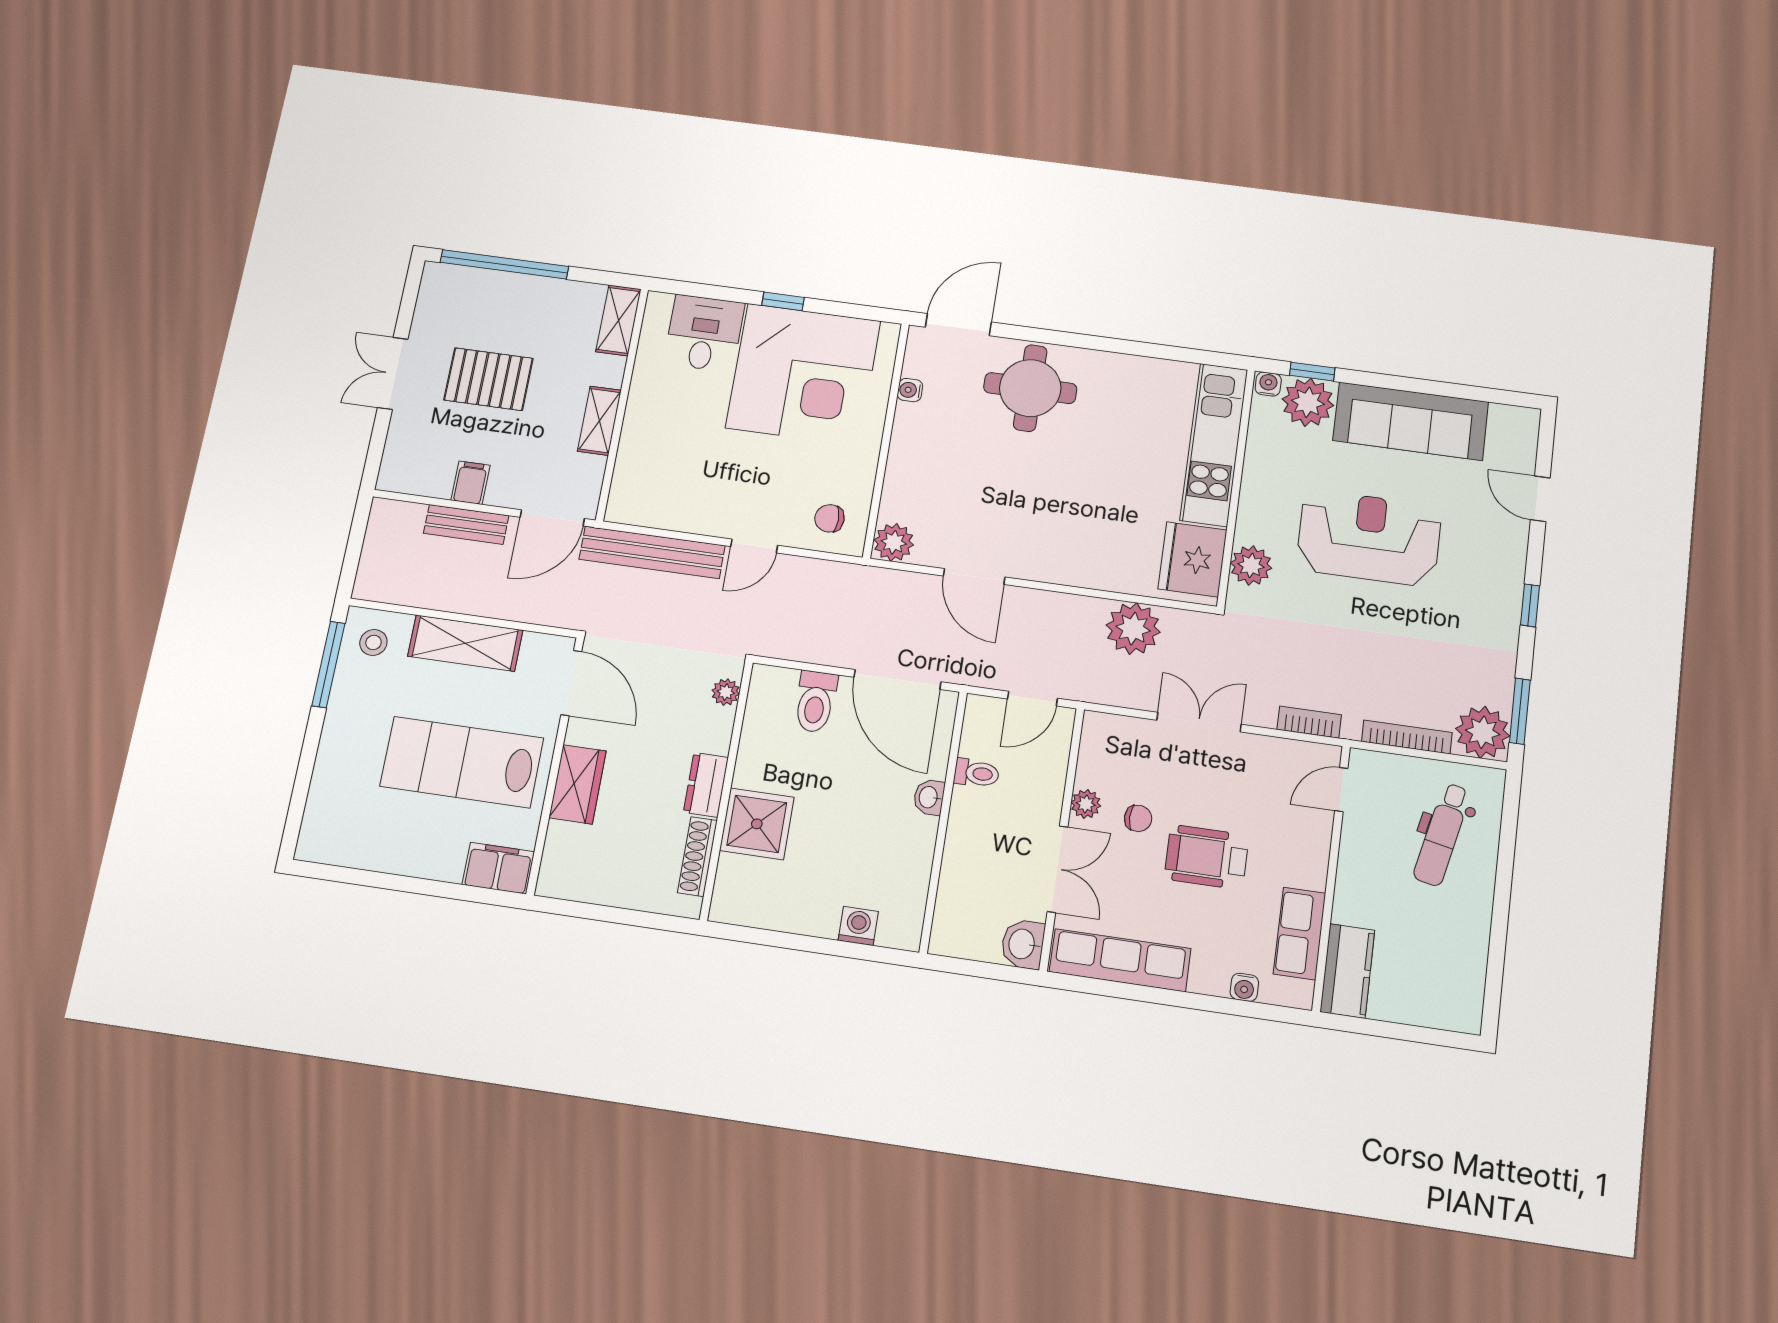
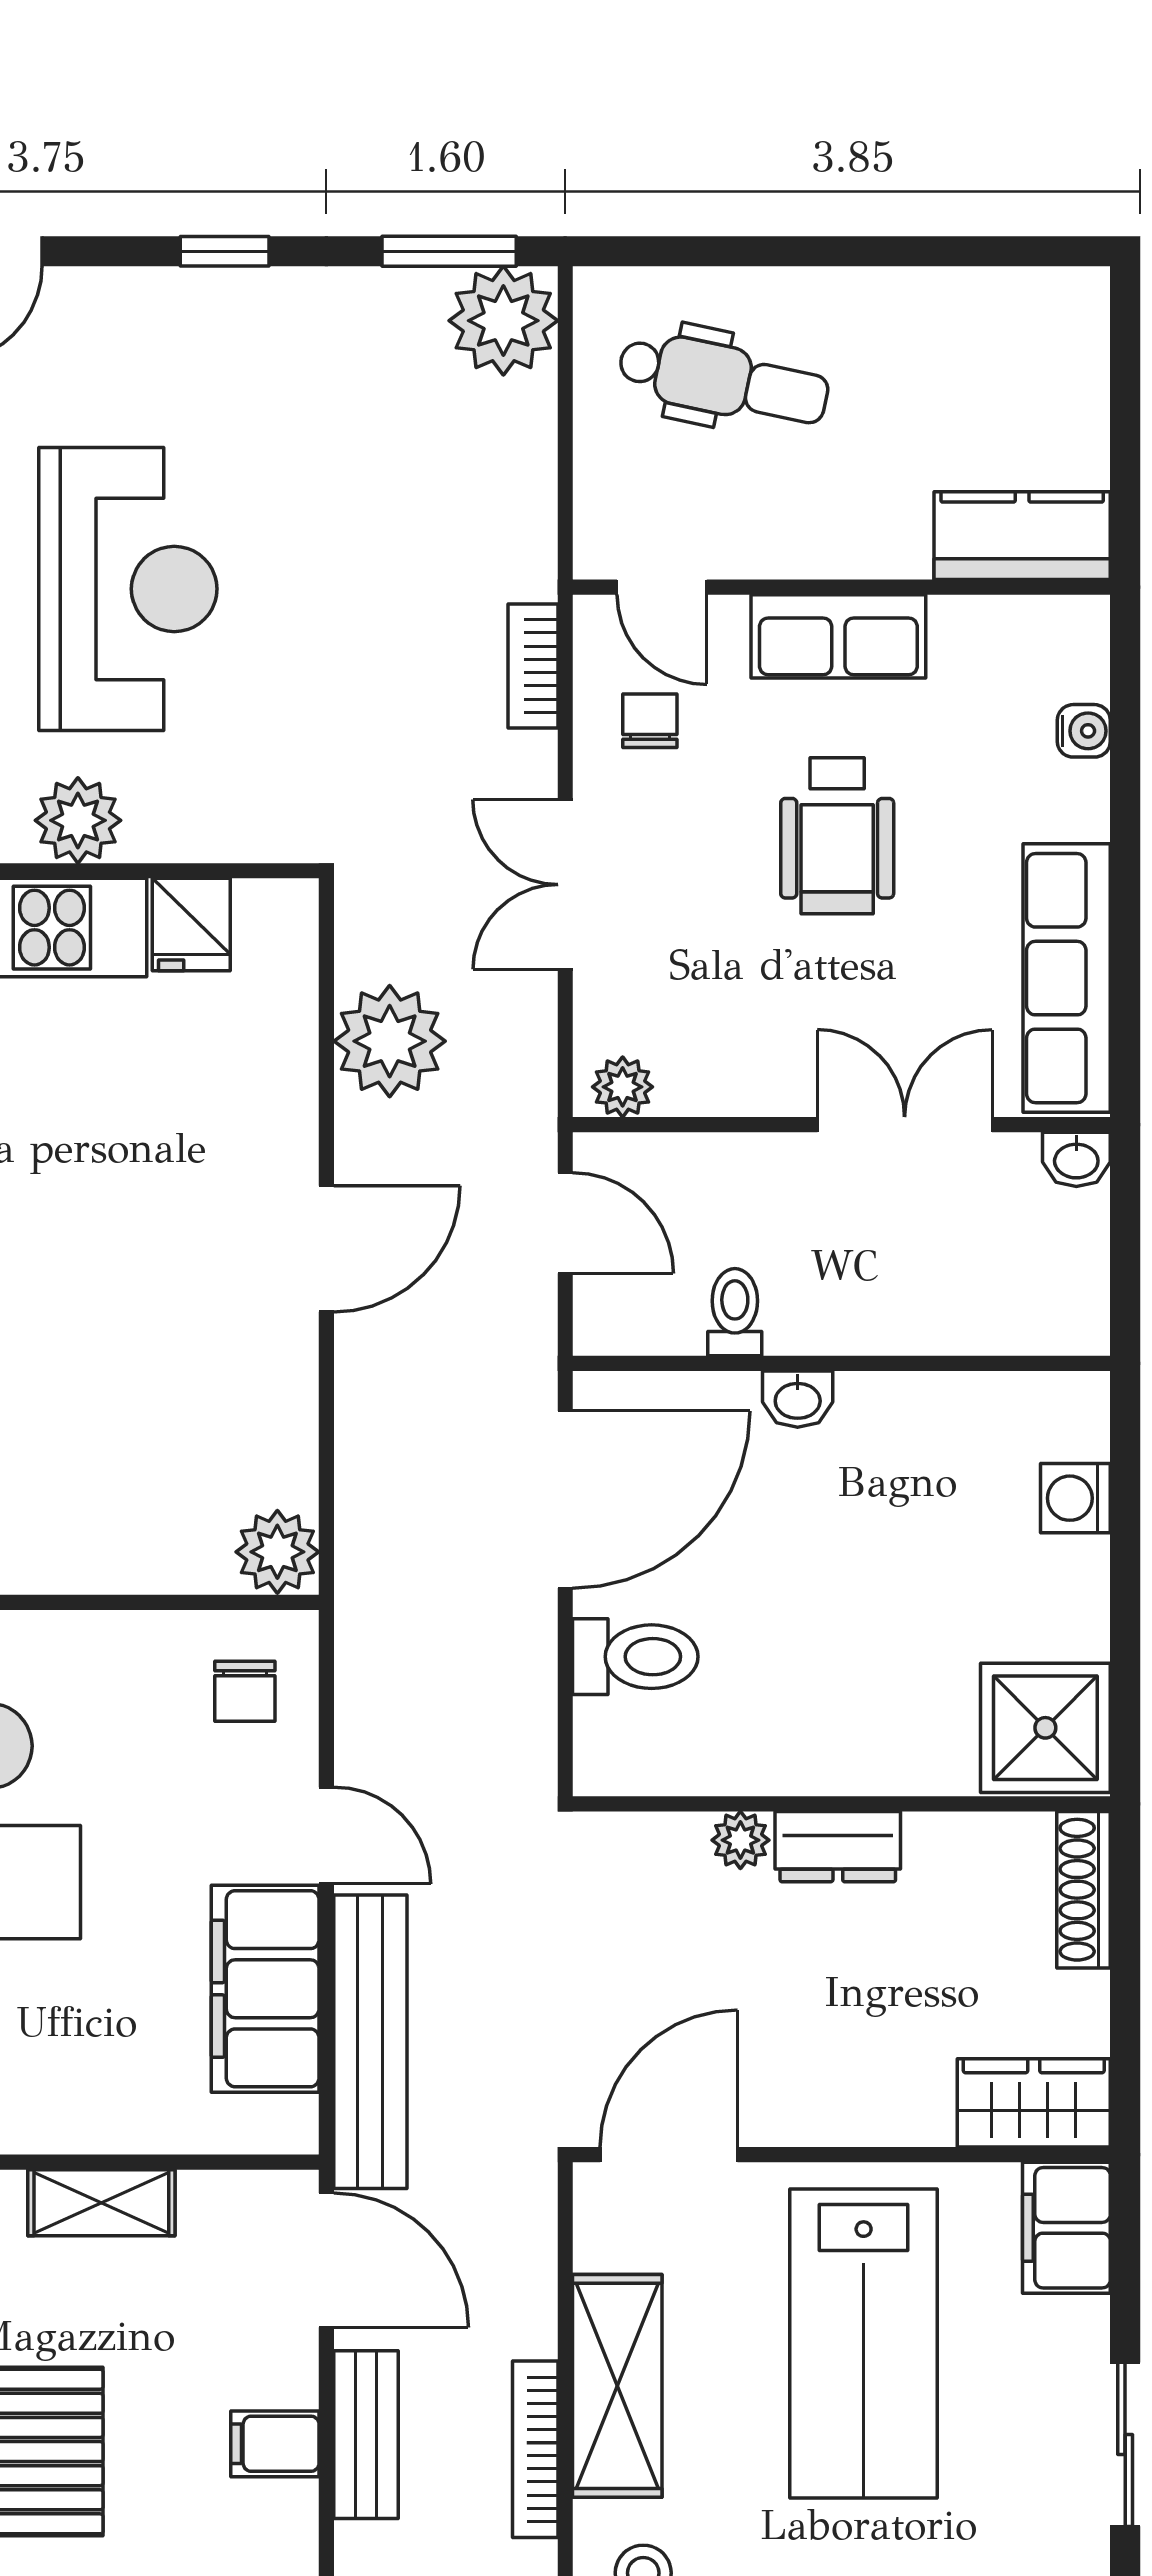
filing cabinet: (686, 508) -> (265, 1989), added
reception desk: (1369, 538) -> (128, 589), turned 180
fridge: (1192, 559) -> (191, 925), width x0.53, depth x0.75
plant: (1251, 565) -> (78, 820), moved
door: (974, 576) -> (326, 1249), moved
plant: (726, 692) -> (740, 1840), moved
bookcase: (1407, 737) -> (535, 2449), moved
wardrobe: (577, 784) -> (1034, 2103), moved
plant: (1086, 804) -> (623, 1087), moved
chair: (1138, 818) -> (650, 721), moved
shower: (757, 824) -> (1045, 1728), moved
shoe rack: (697, 857) -> (1084, 1890), moved, turned 90
sliding door: (386, 881) -> (1125, 2444), added
row of seats: (1300, 933) -> (838, 636), moved
washbasin: (1023, 944) -> (1076, 1159), width x0.72, depth x0.69

